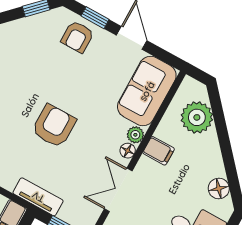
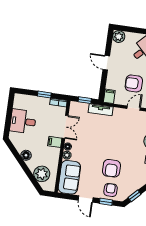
armchair: (54, 126) -> (111, 168), moved
filing cabinet: (159, 151) -> (55, 142), moved
floor lamp: (219, 188) -> (26, 155), moved

